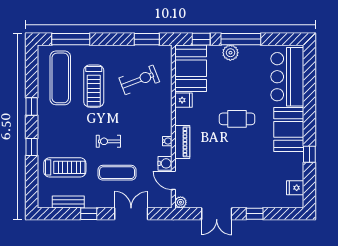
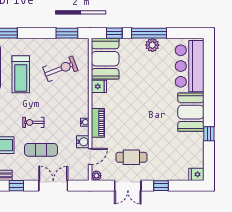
plant: (230, 53) -> (152, 45), moved
cafe table: (237, 119) -> (131, 157), moved
door: (173, 180) -> (90, 156), swing flipped
fridge: (295, 188) -> (196, 174), moved

